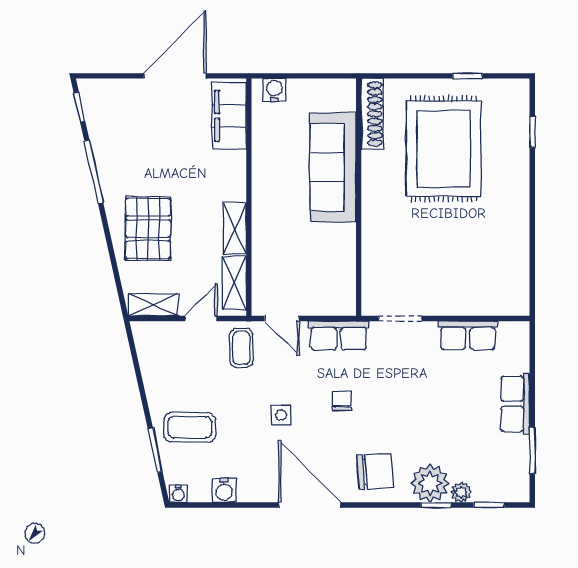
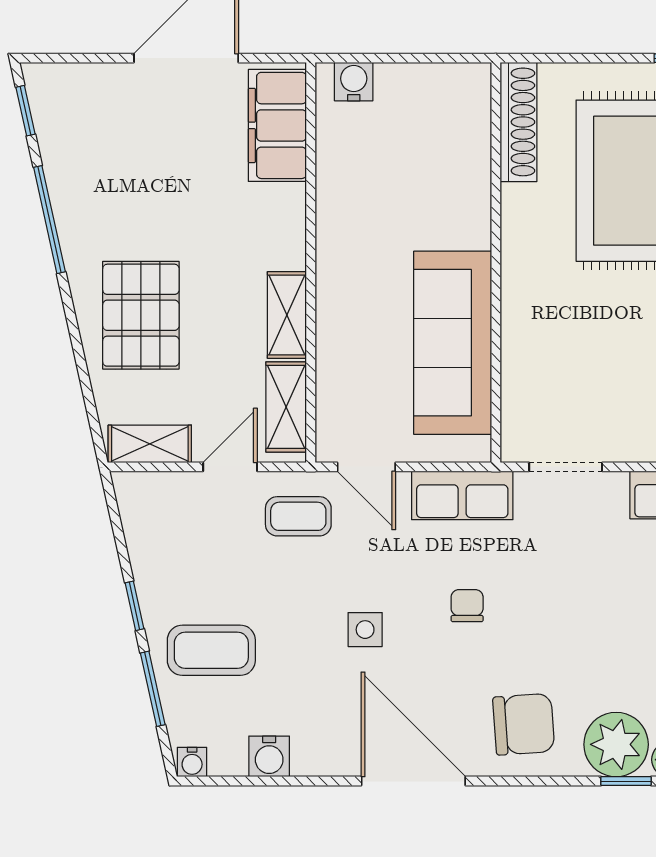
sofa: (333, 167) -> (453, 343), moved
coffee table: (241, 348) -> (298, 516), turned 90
window: (144, 401) -> (134, 606), added

